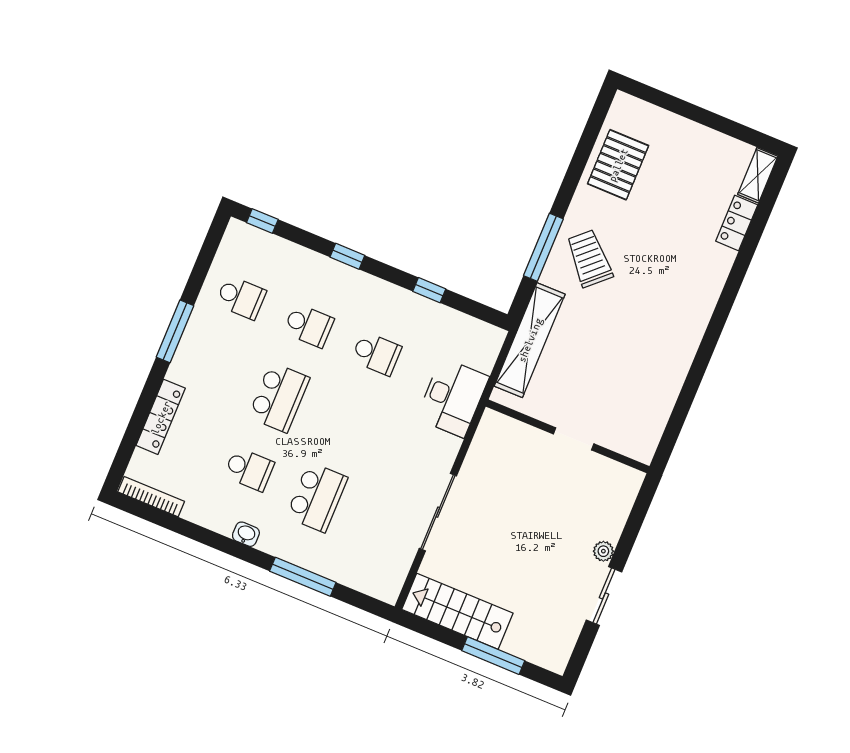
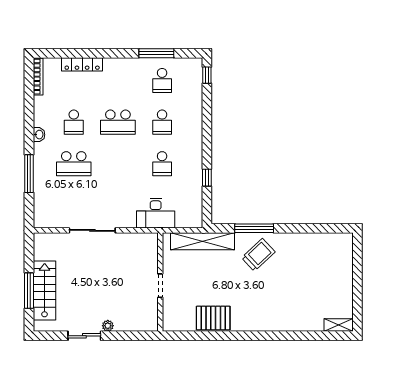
pallet: (618, 165) -> (213, 318), moved
locker: (737, 223) -> (309, 324), removed
window: (347, 256) -> (207, 127), removed
window: (175, 331) -> (156, 53), moved
stairs: (457, 611) -> (45, 291), moved

